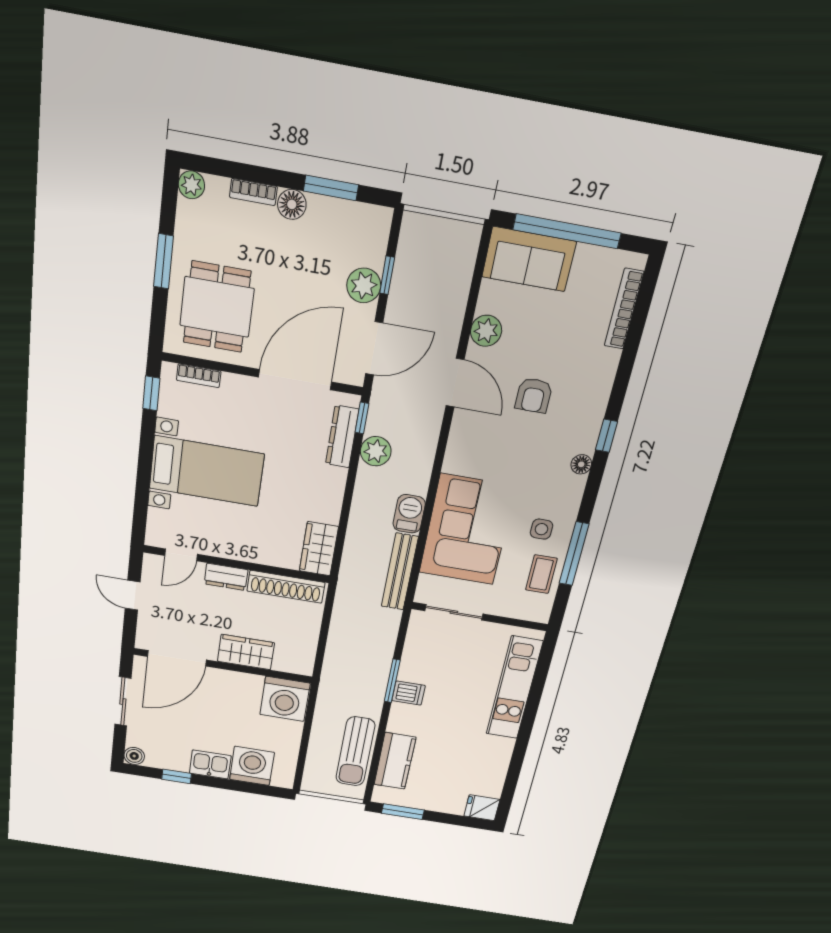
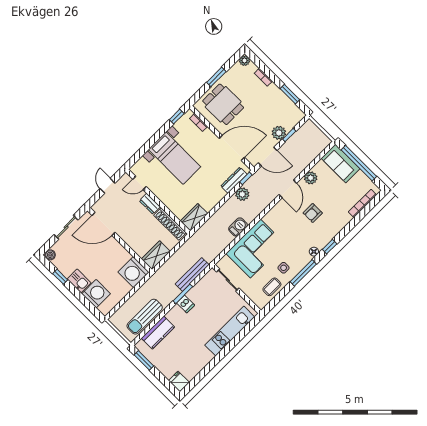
floor lamp: (292, 204) -> (273, 90), removed
dining table: (217, 307) -> (223, 104), turned 90
window: (574, 554) -> (303, 273), moved
bench: (400, 572) -> (192, 274), moved
wardrobe: (246, 652) -> (156, 255), moved, turned -90

